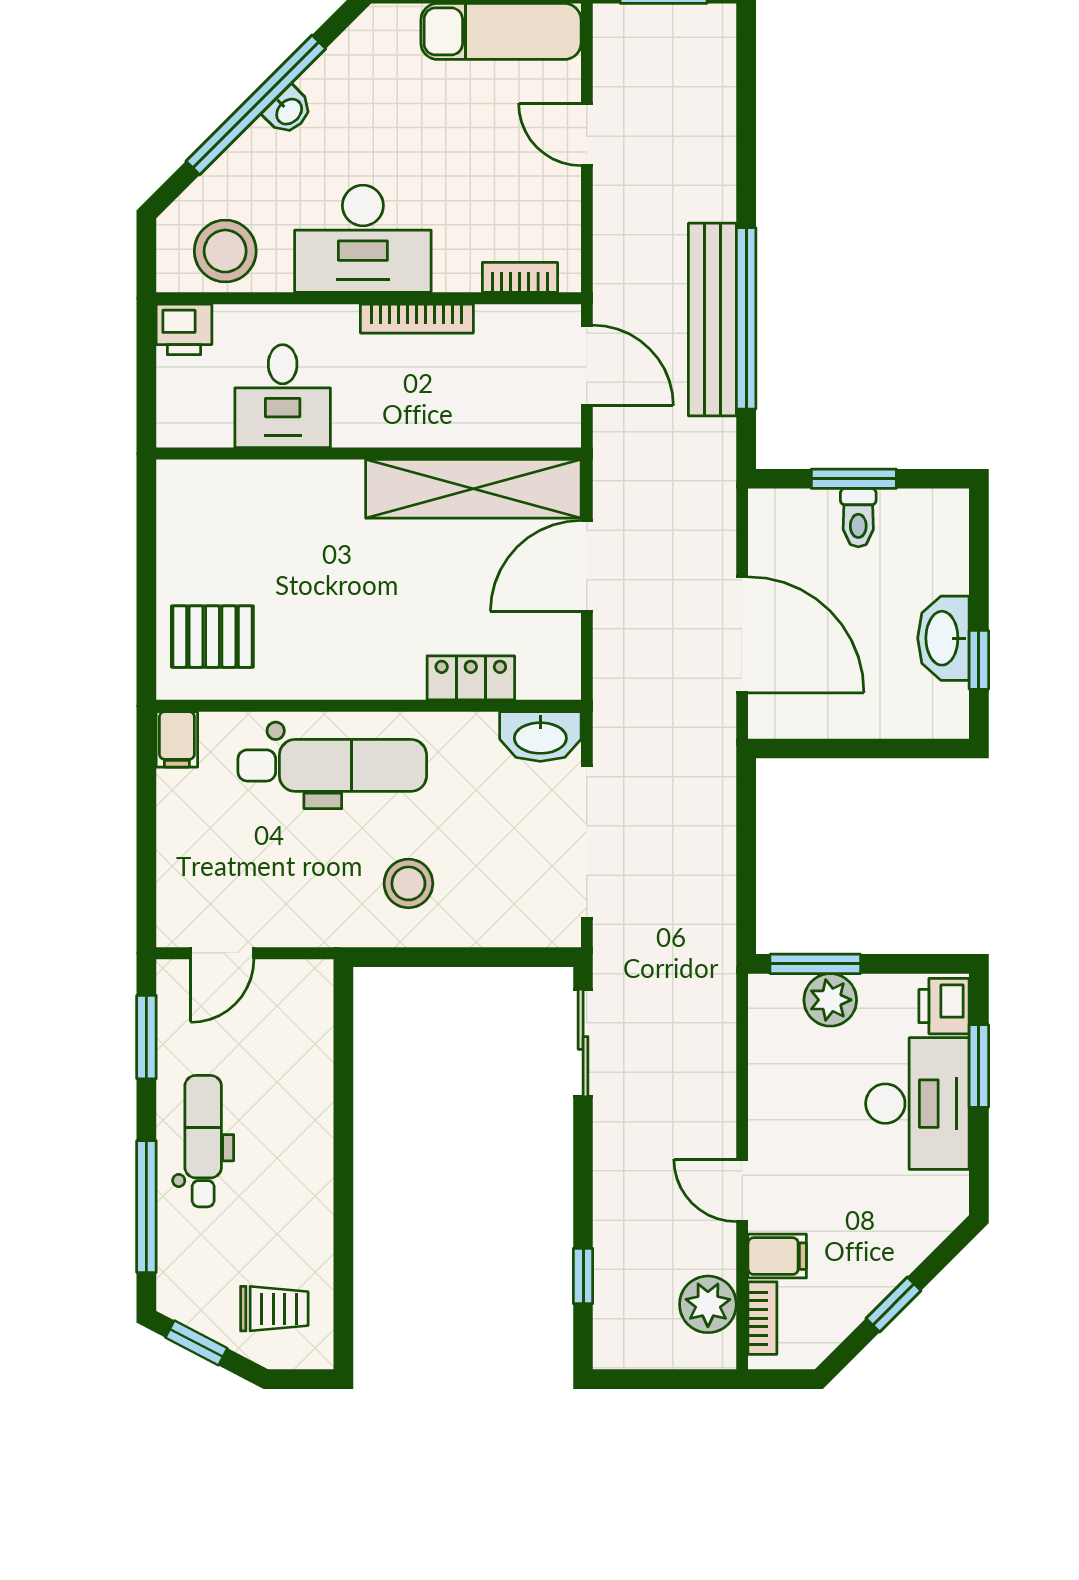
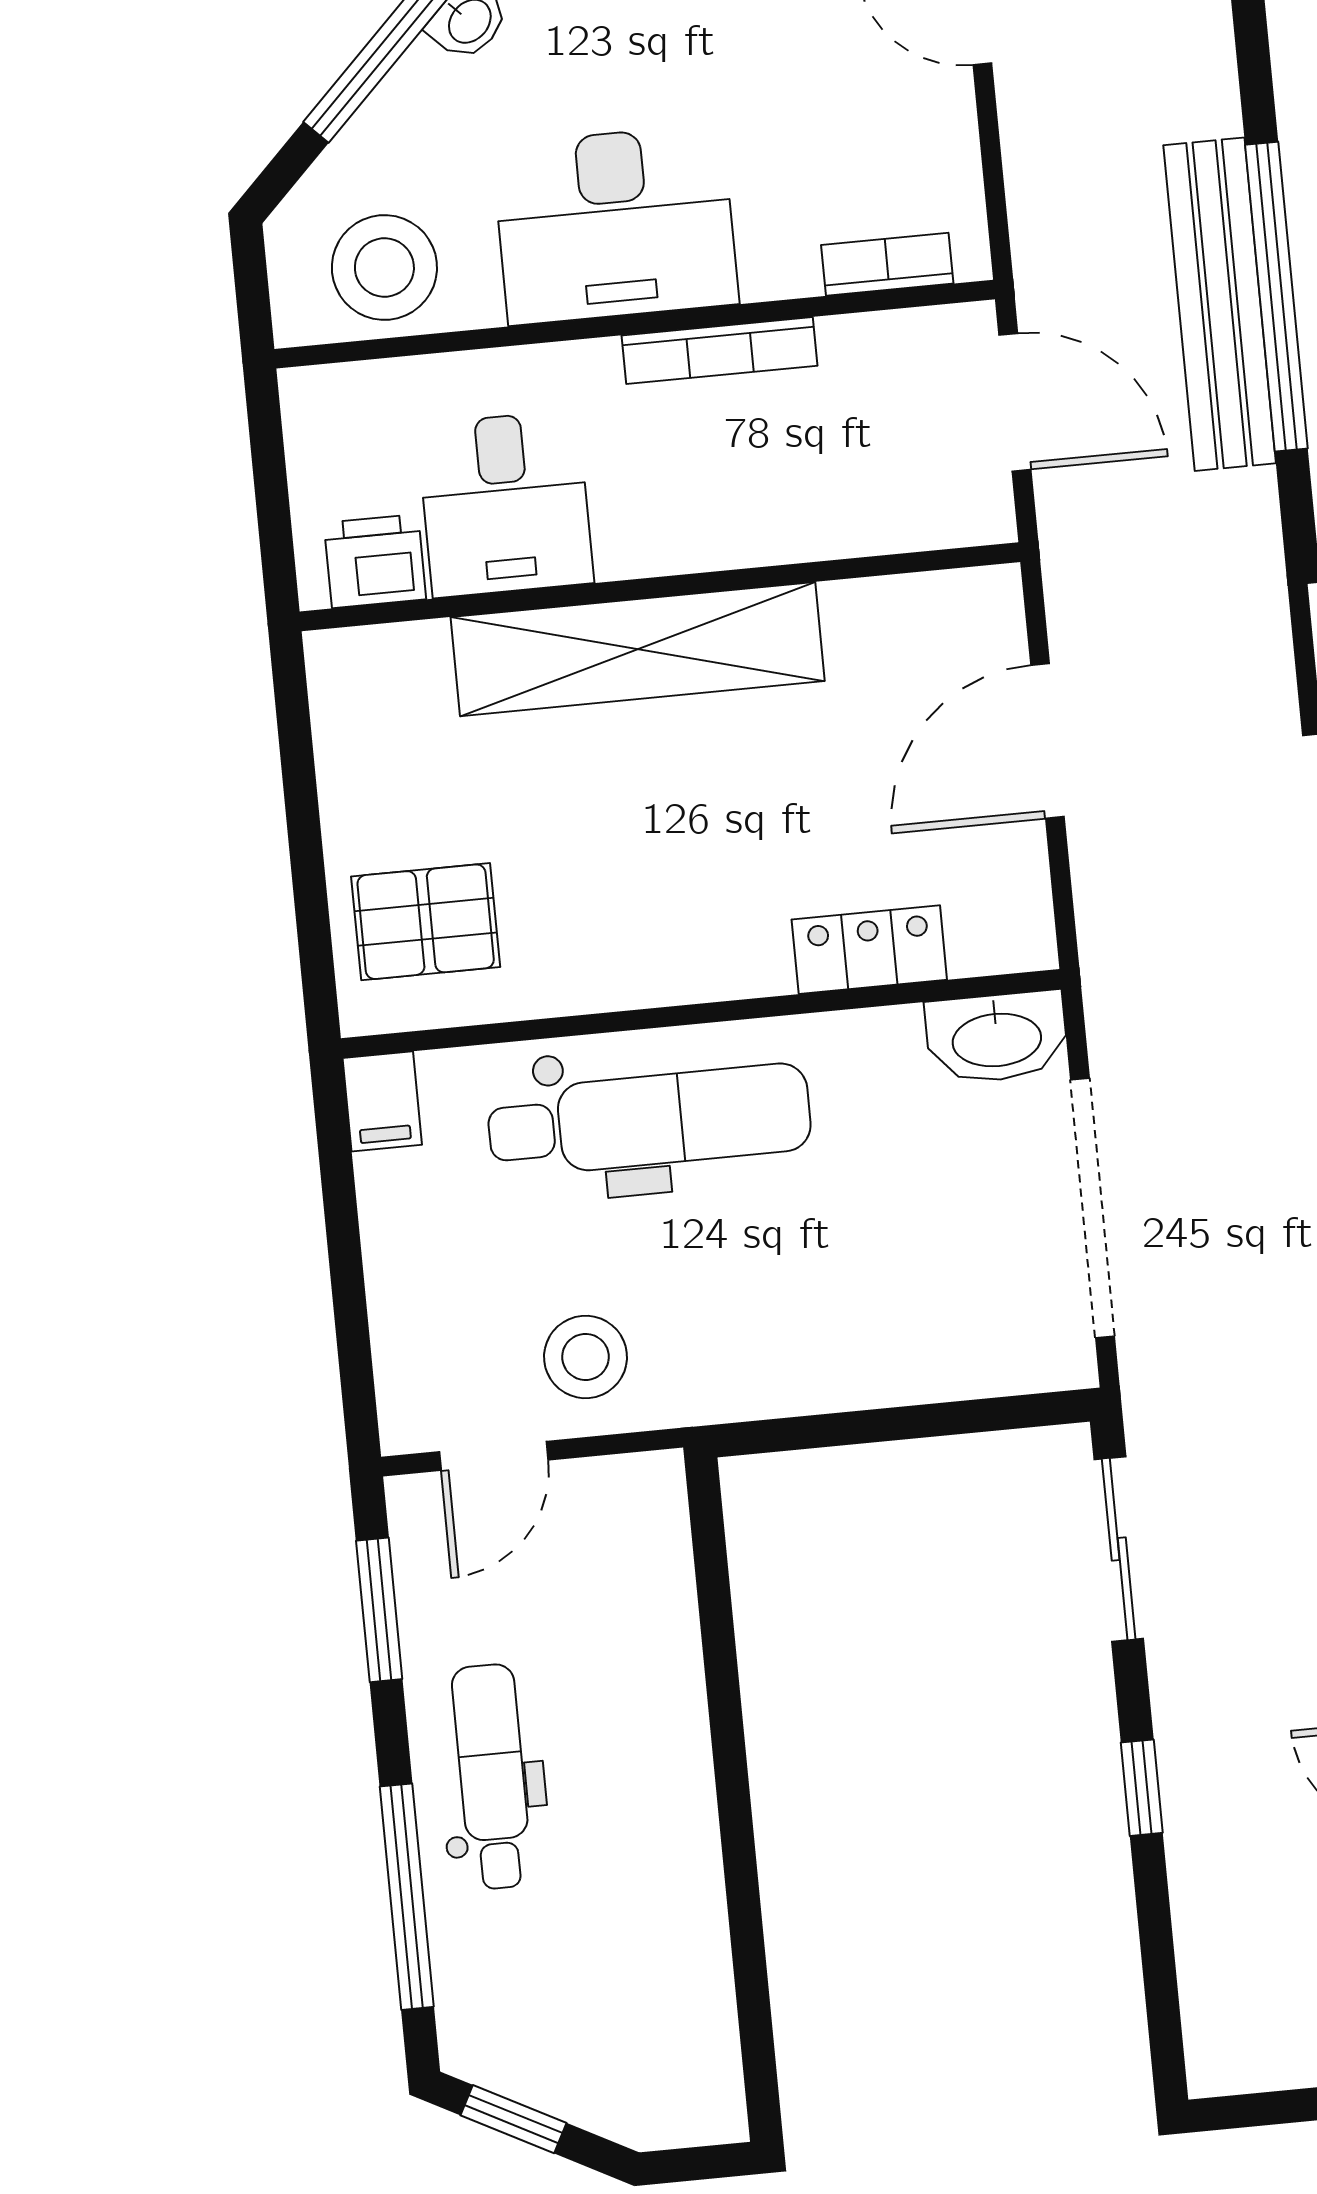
printer: (184, 329) -> (375, 561), moved, turned 180
shelving: (473, 489) -> (638, 649), moved
stool: (408, 883) -> (586, 1357), moved
window: (583, 1276) -> (1142, 1788), moved
trolley: (274, 1309) -> (640, 2049), removed

